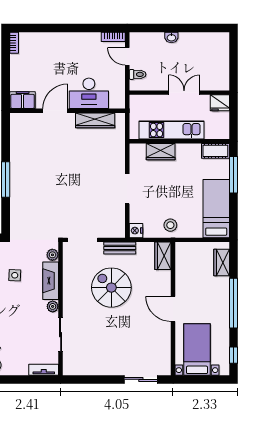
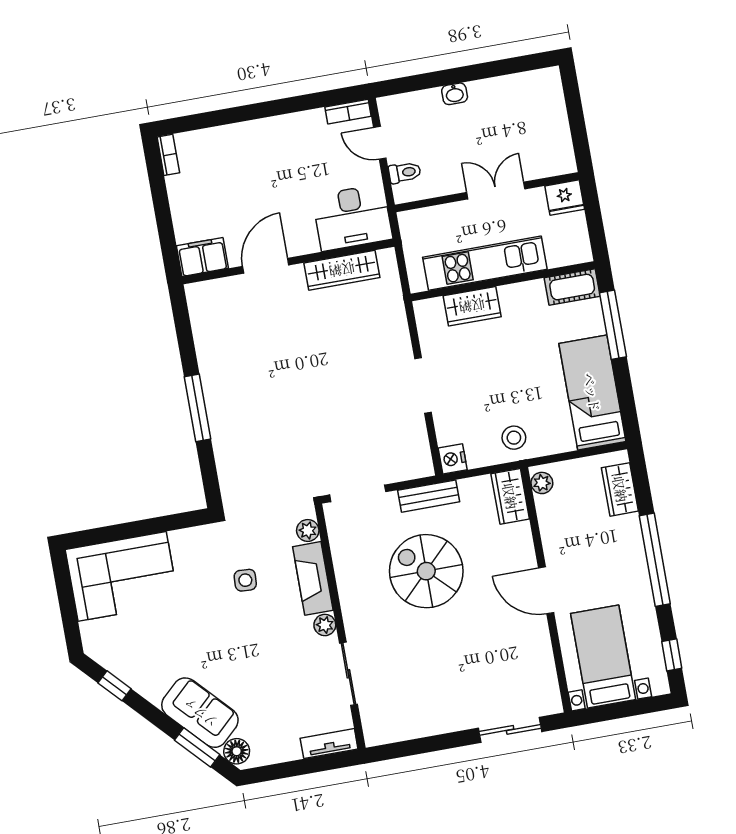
desk: (89, 93) -> (352, 217), moved
plant: (181, 252) -> (542, 483), added

